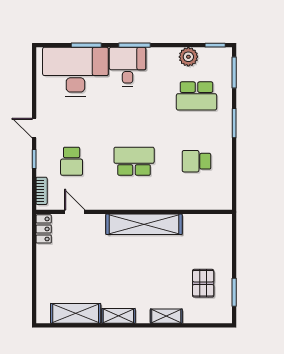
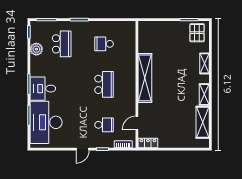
school desk: (134, 161) -> (104, 84), turned 180
school desk: (196, 161) -> (104, 44), turned 90
pallet: (203, 283) -> (197, 33), moved, turned 90

